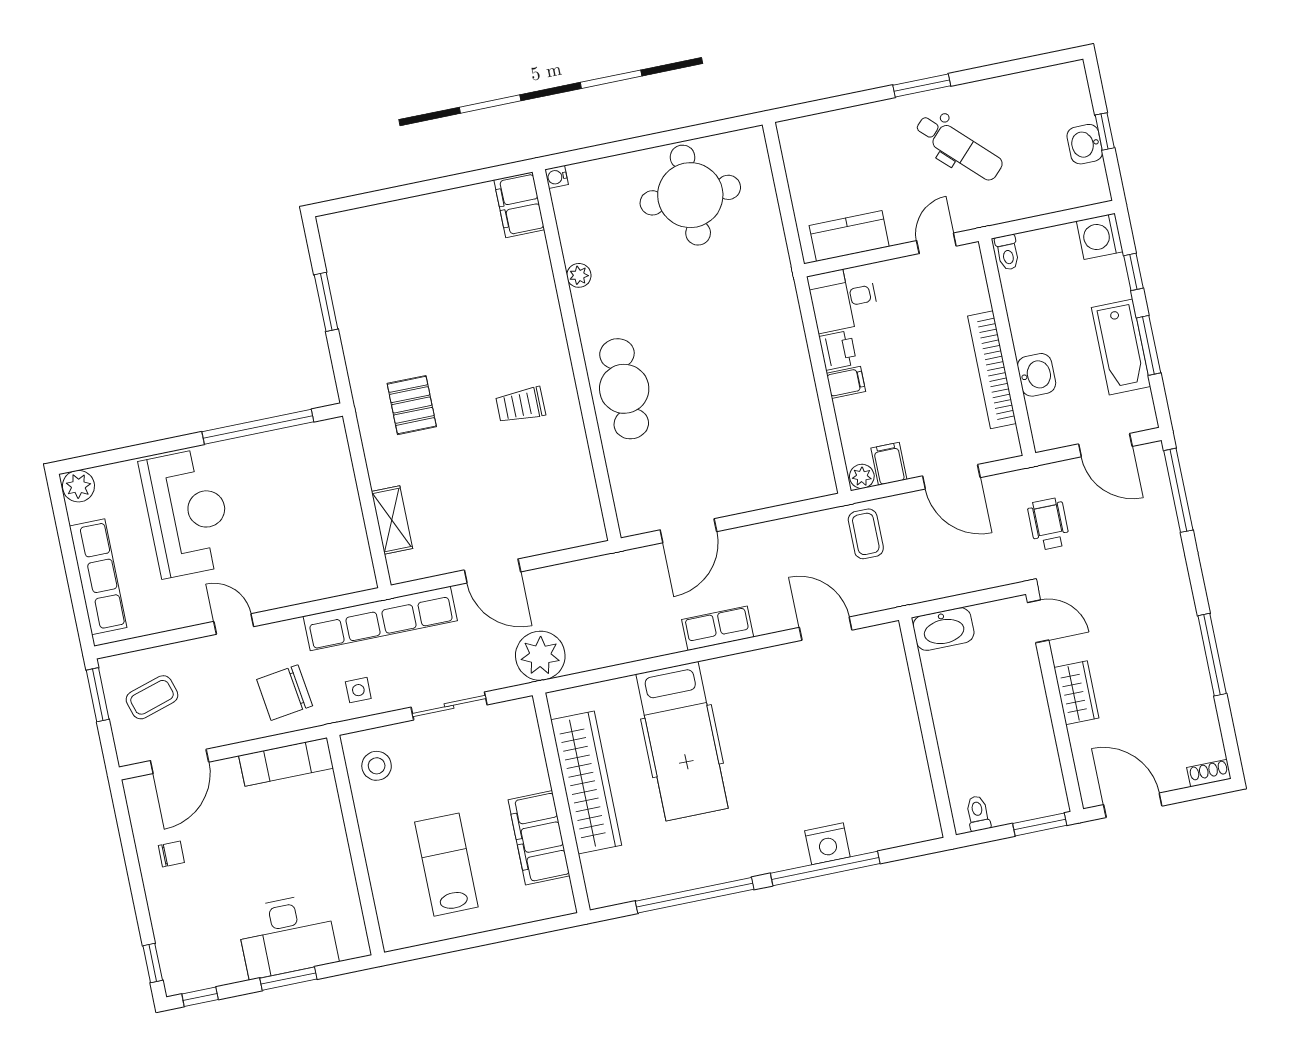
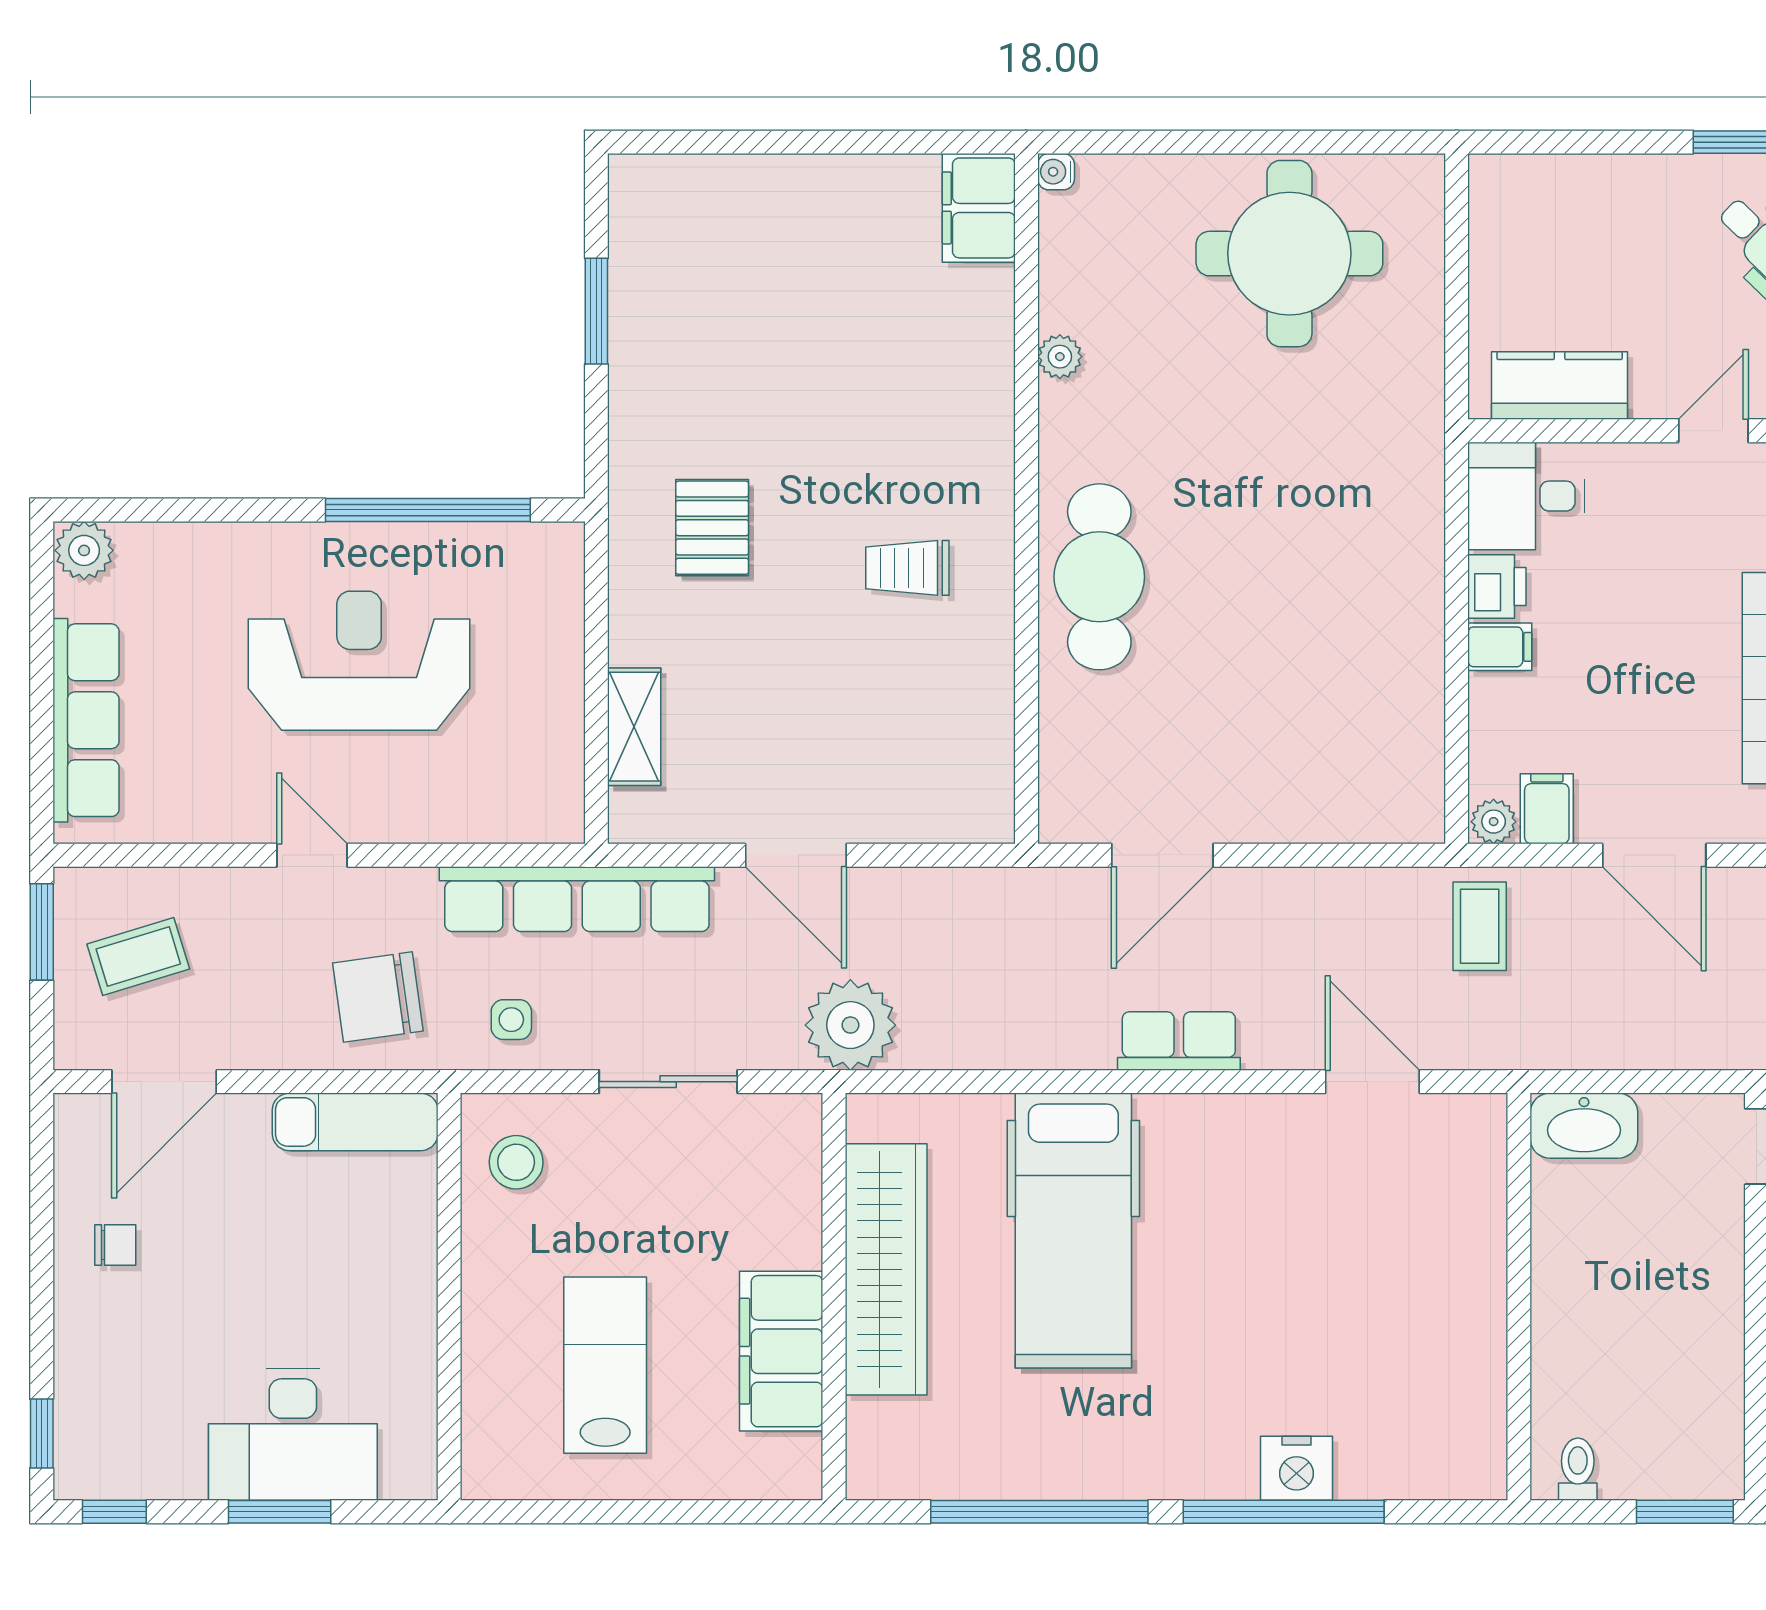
reception desk: (187, 513) -> (359, 661), moved, turned -90

